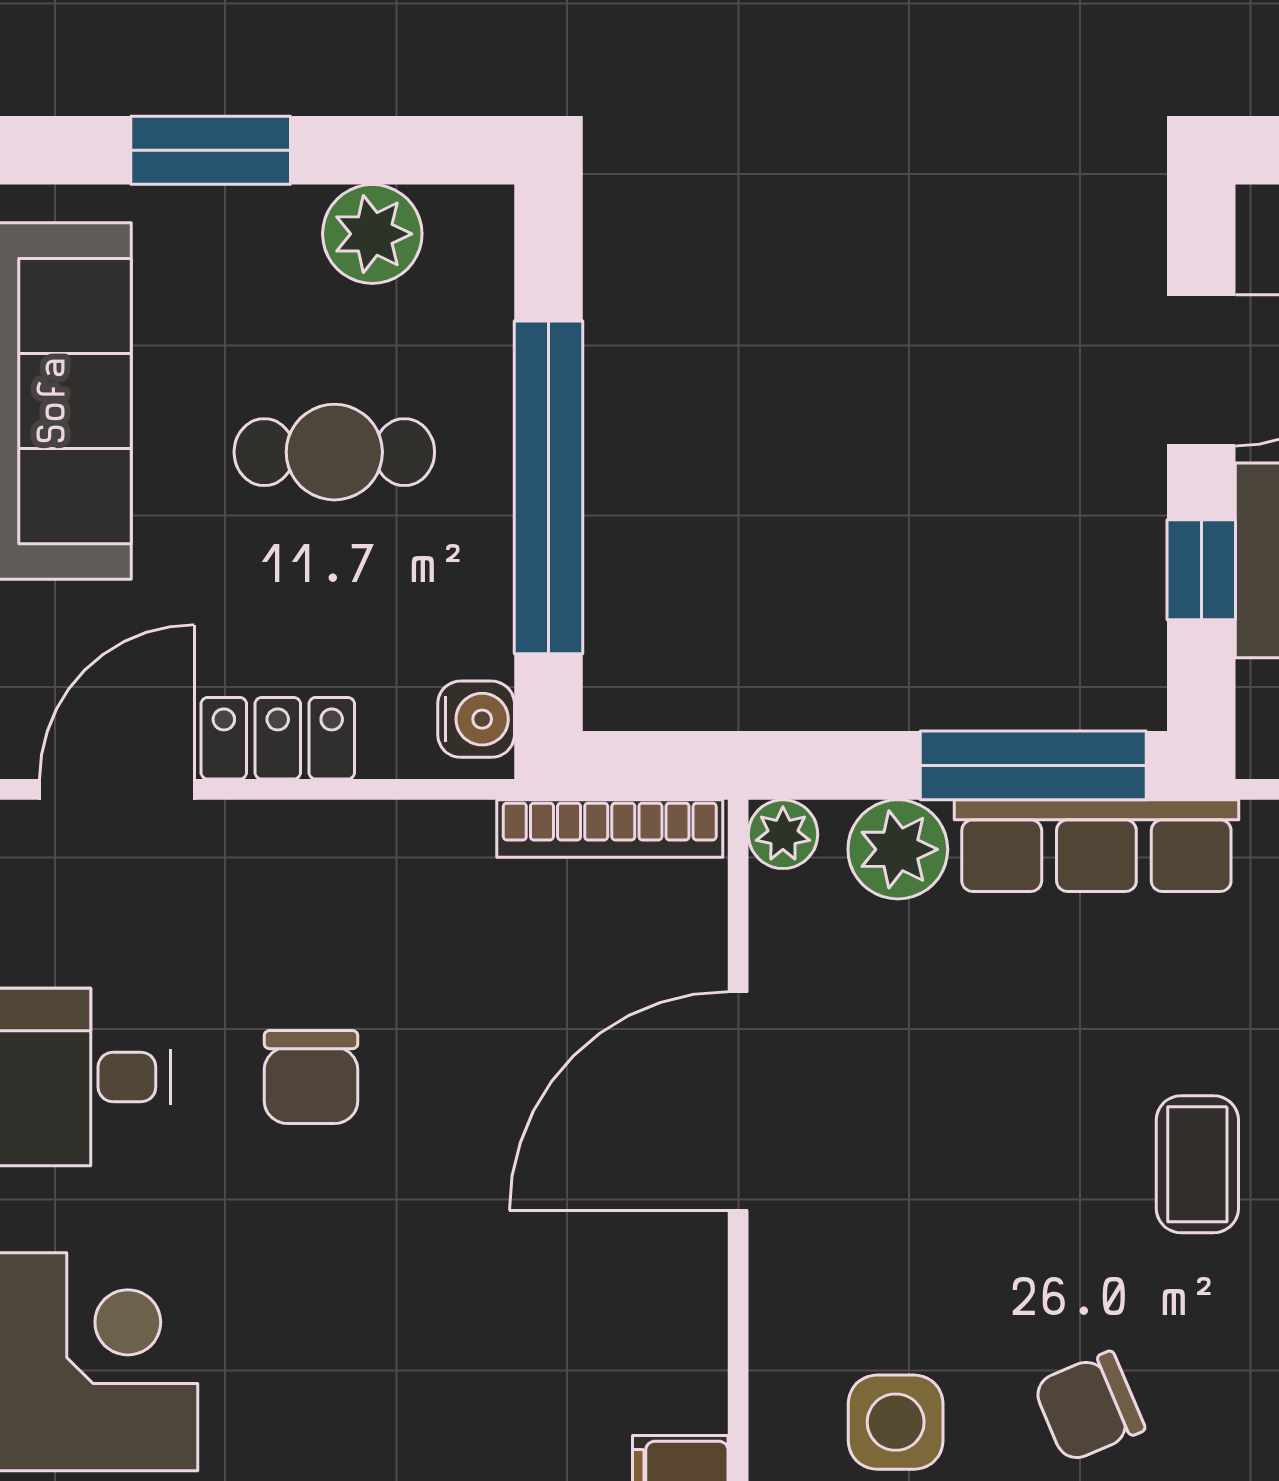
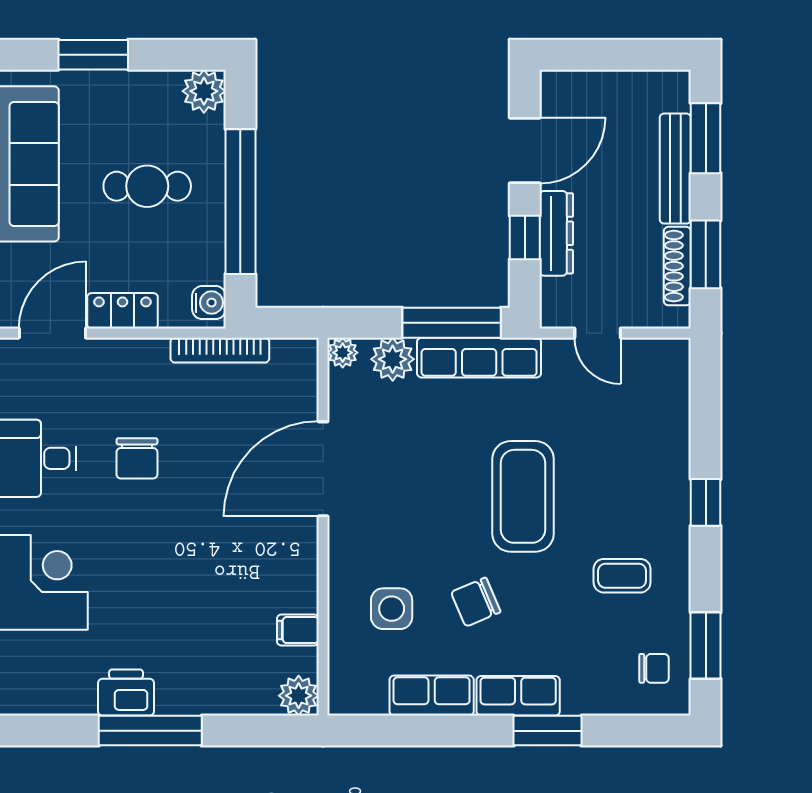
plant: (372, 234) -> (204, 91), moved
bookcase: (610, 829) -> (220, 350), moved
coffee table: (1197, 1164) -> (523, 496), width x1.86, depth x1.72

